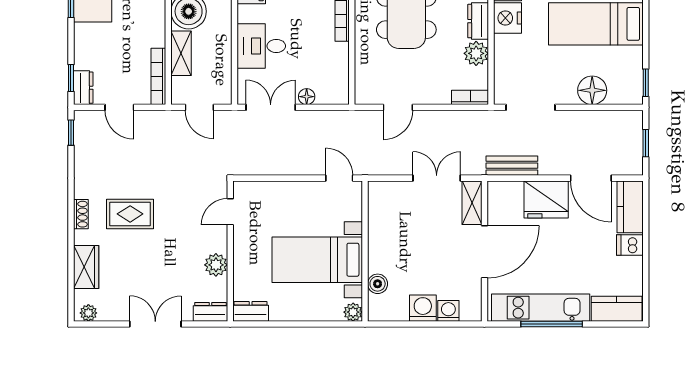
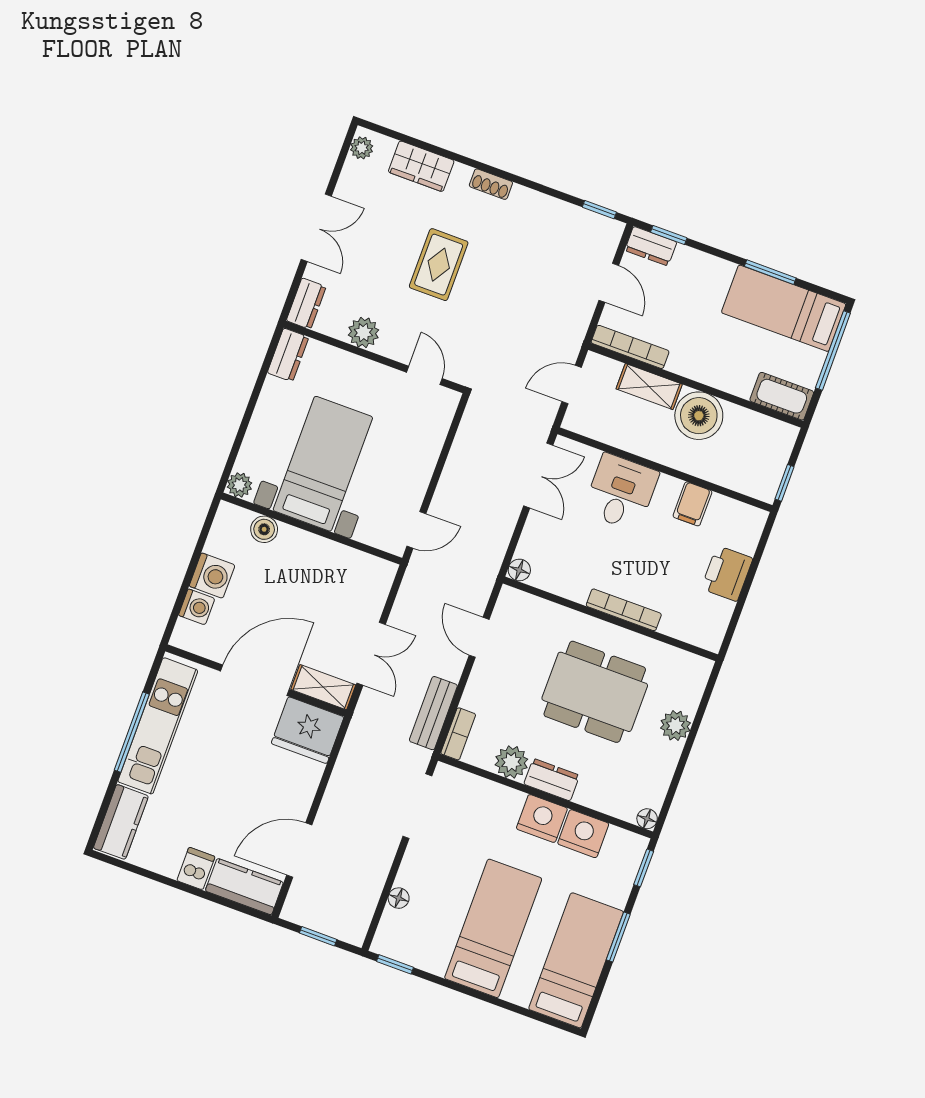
floor lamp: (592, 90) -> (399, 898), width x0.53, depth x0.53
floor lamp: (307, 97) -> (519, 570), moved
door: (119, 107) -> (609, 283), swing flipped
bench: (512, 166) -> (433, 713), moved
fridge: (546, 199) -> (308, 730), moved, turned -90
rug: (130, 214) -> (439, 265), moved
door: (484, 252) -> (255, 680), swing flipped

